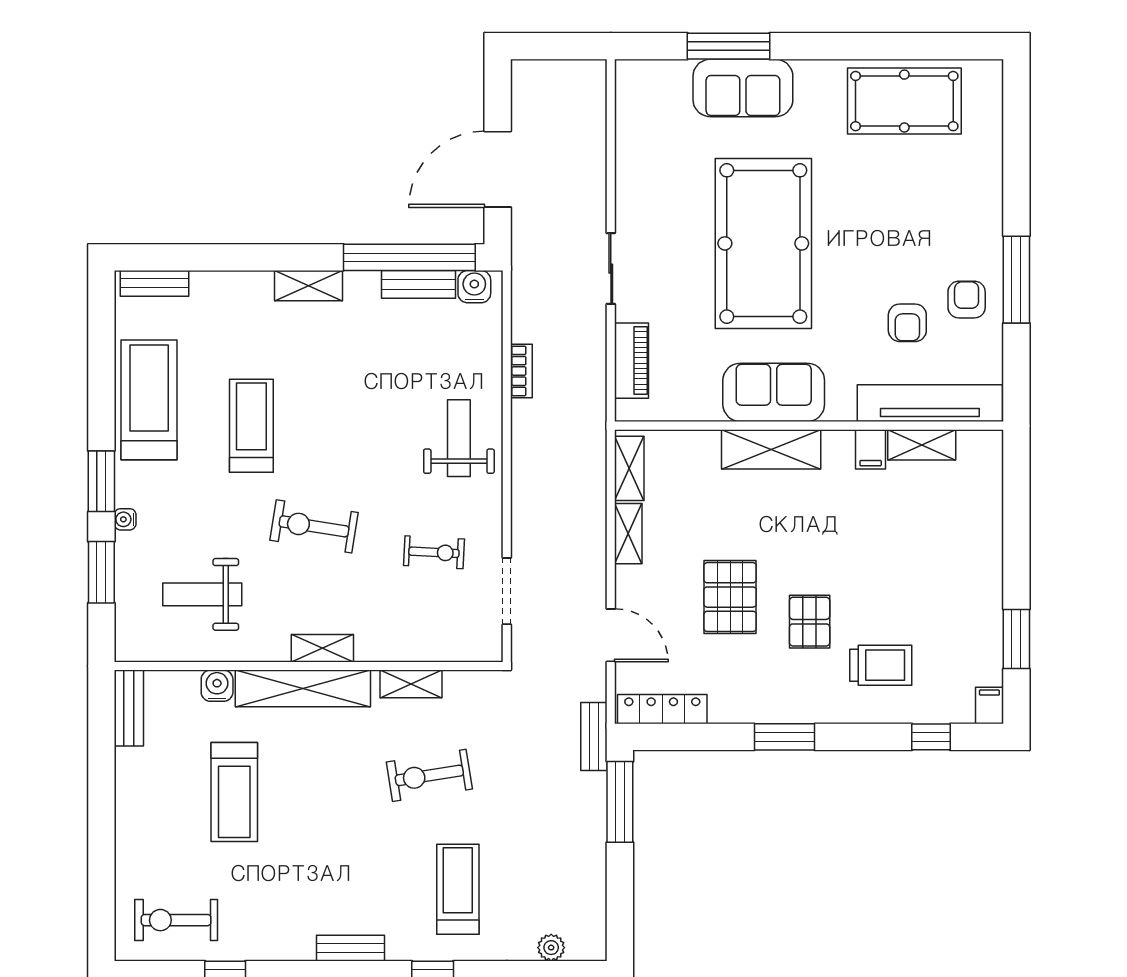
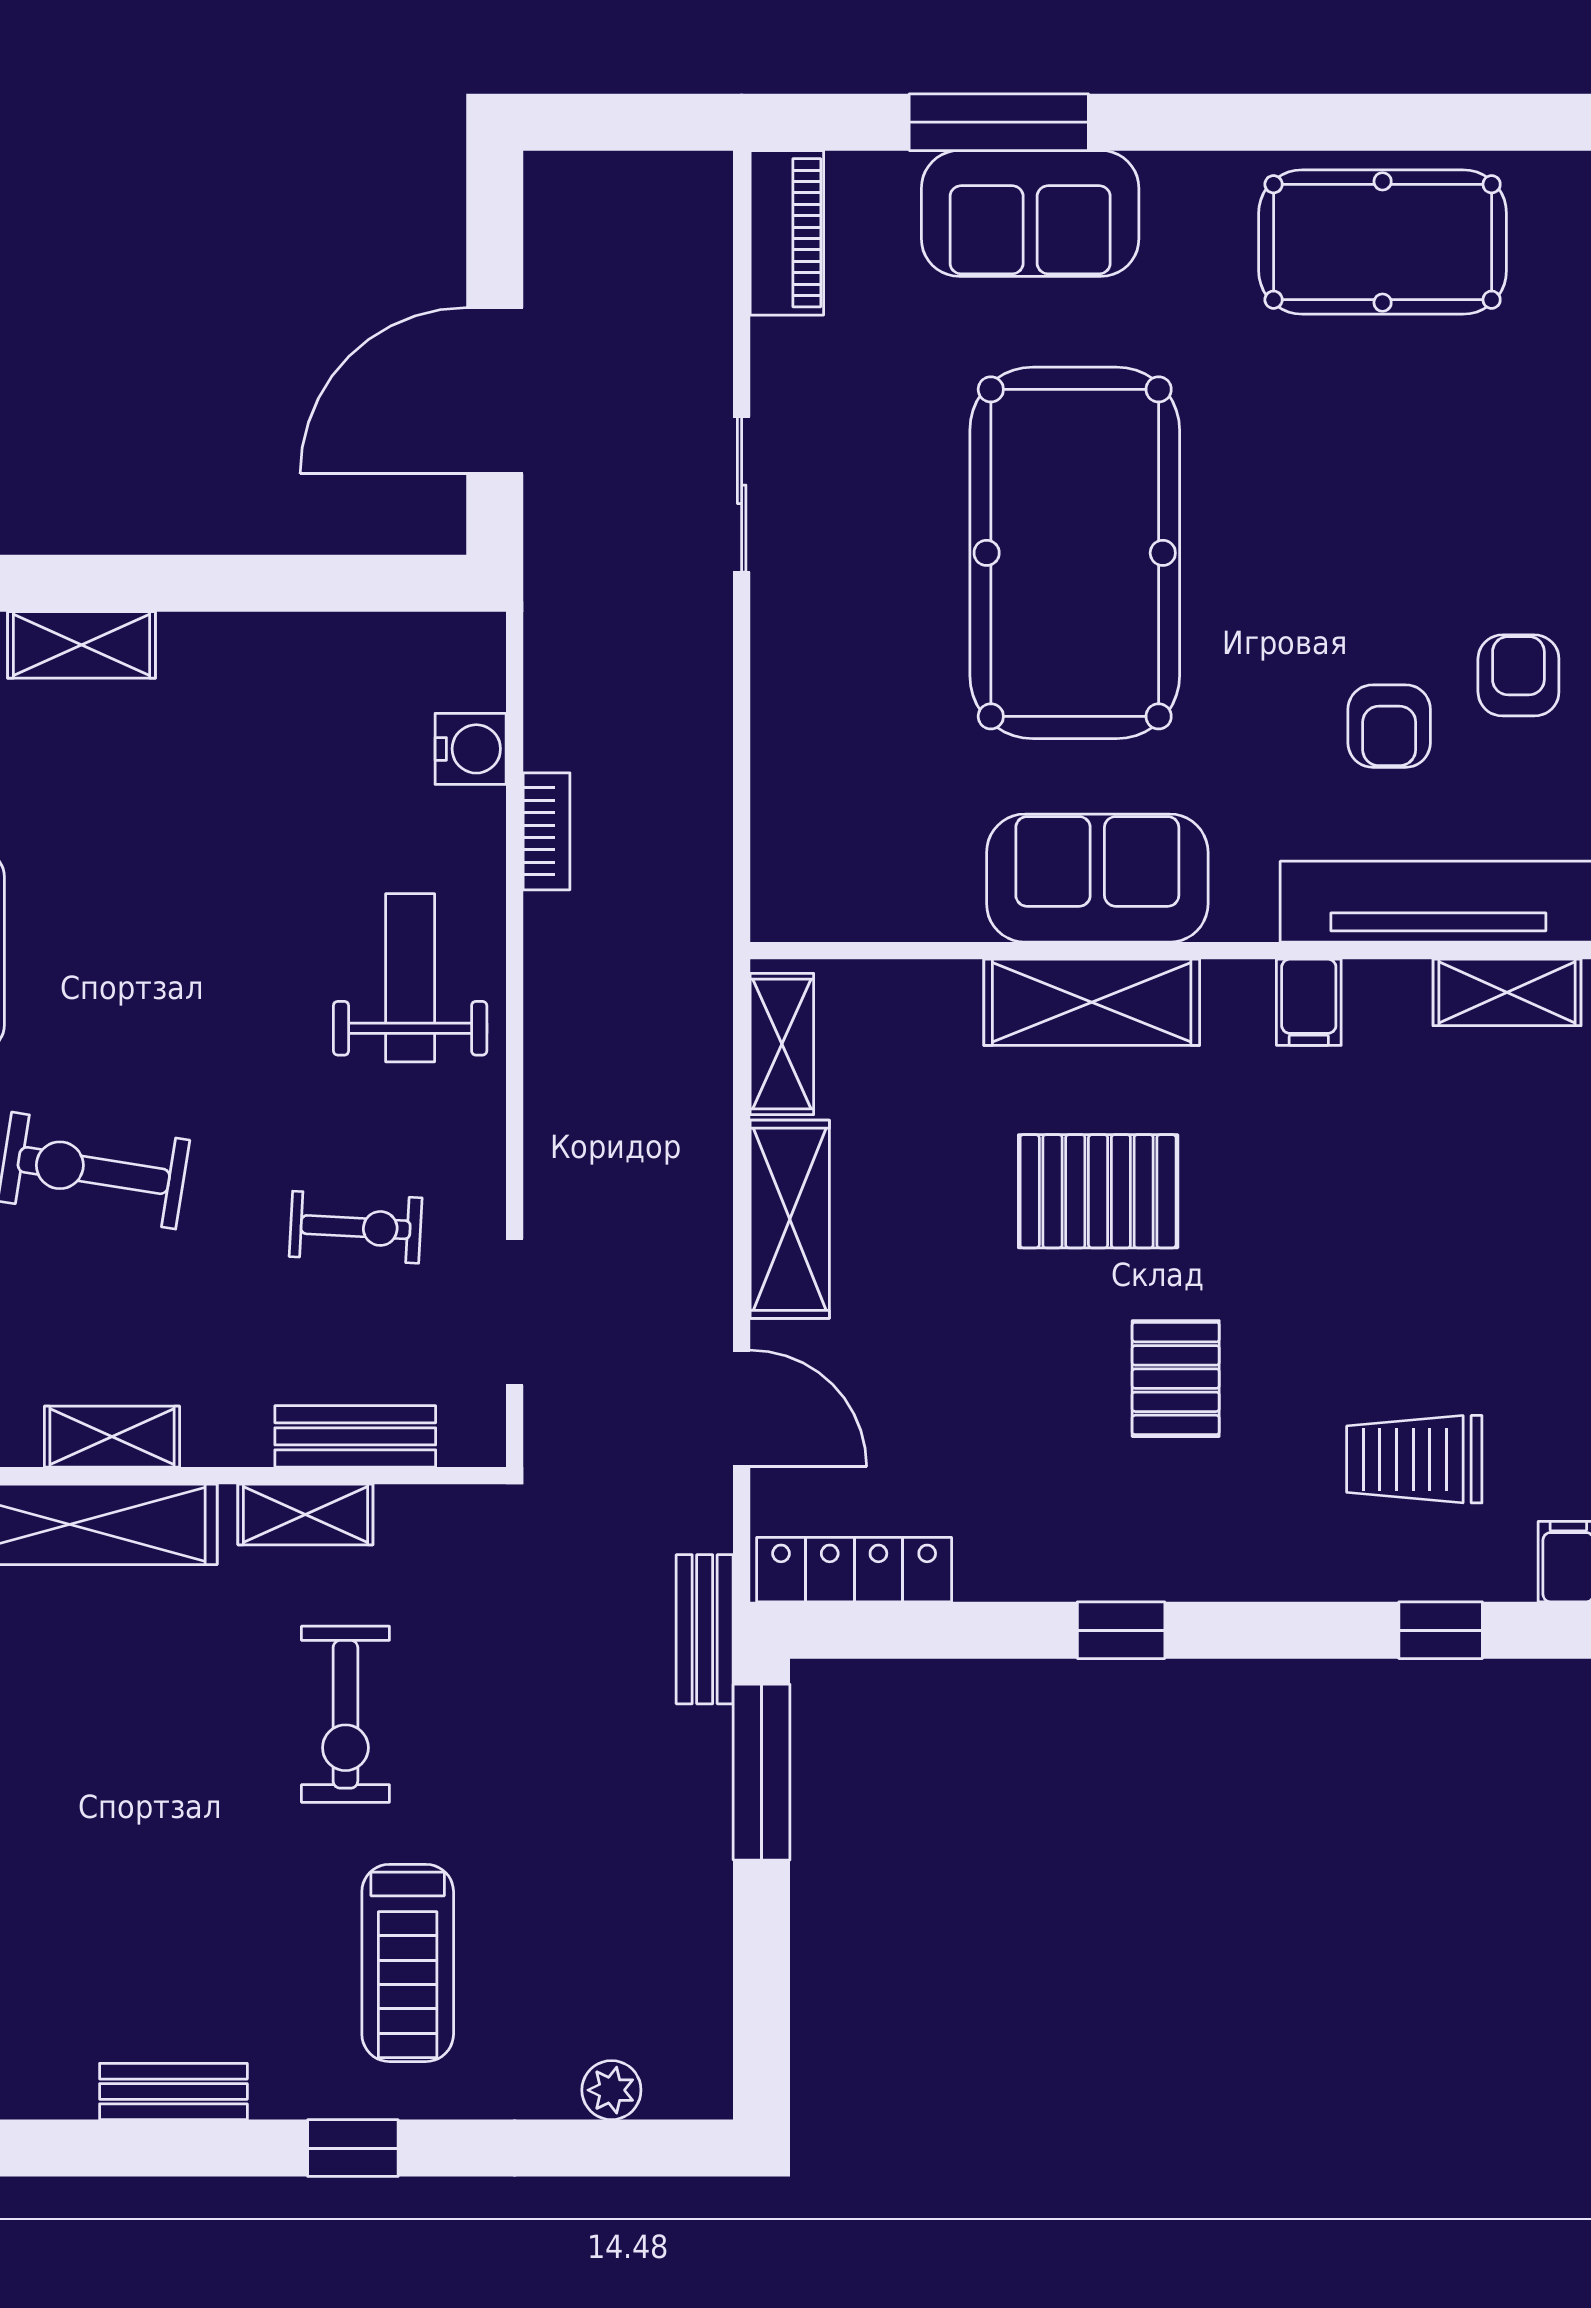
window: (409, 257) -> (302, 583), removed
sliding door: (611, 269) -> (742, 494), moved
bench: (419, 284) -> (355, 1436), moved
water cooler: (474, 287) -> (471, 749), moved, turned 90
piano: (632, 361) -> (787, 233), moved
shelving: (922, 445) -> (1507, 992), moved
shelving: (628, 534) -> (790, 1219), width x1.50, depth x1.33
pallet: (730, 597) -> (1098, 1191), moved, turned 90
trolley: (881, 665) -> (1414, 1459), moved, turned 180
window: (785, 737) -> (1121, 1630), width x0.67
exercise bike: (429, 775) -> (345, 1714), turned -81
treadmill: (458, 889) -> (408, 1963), turned 180

